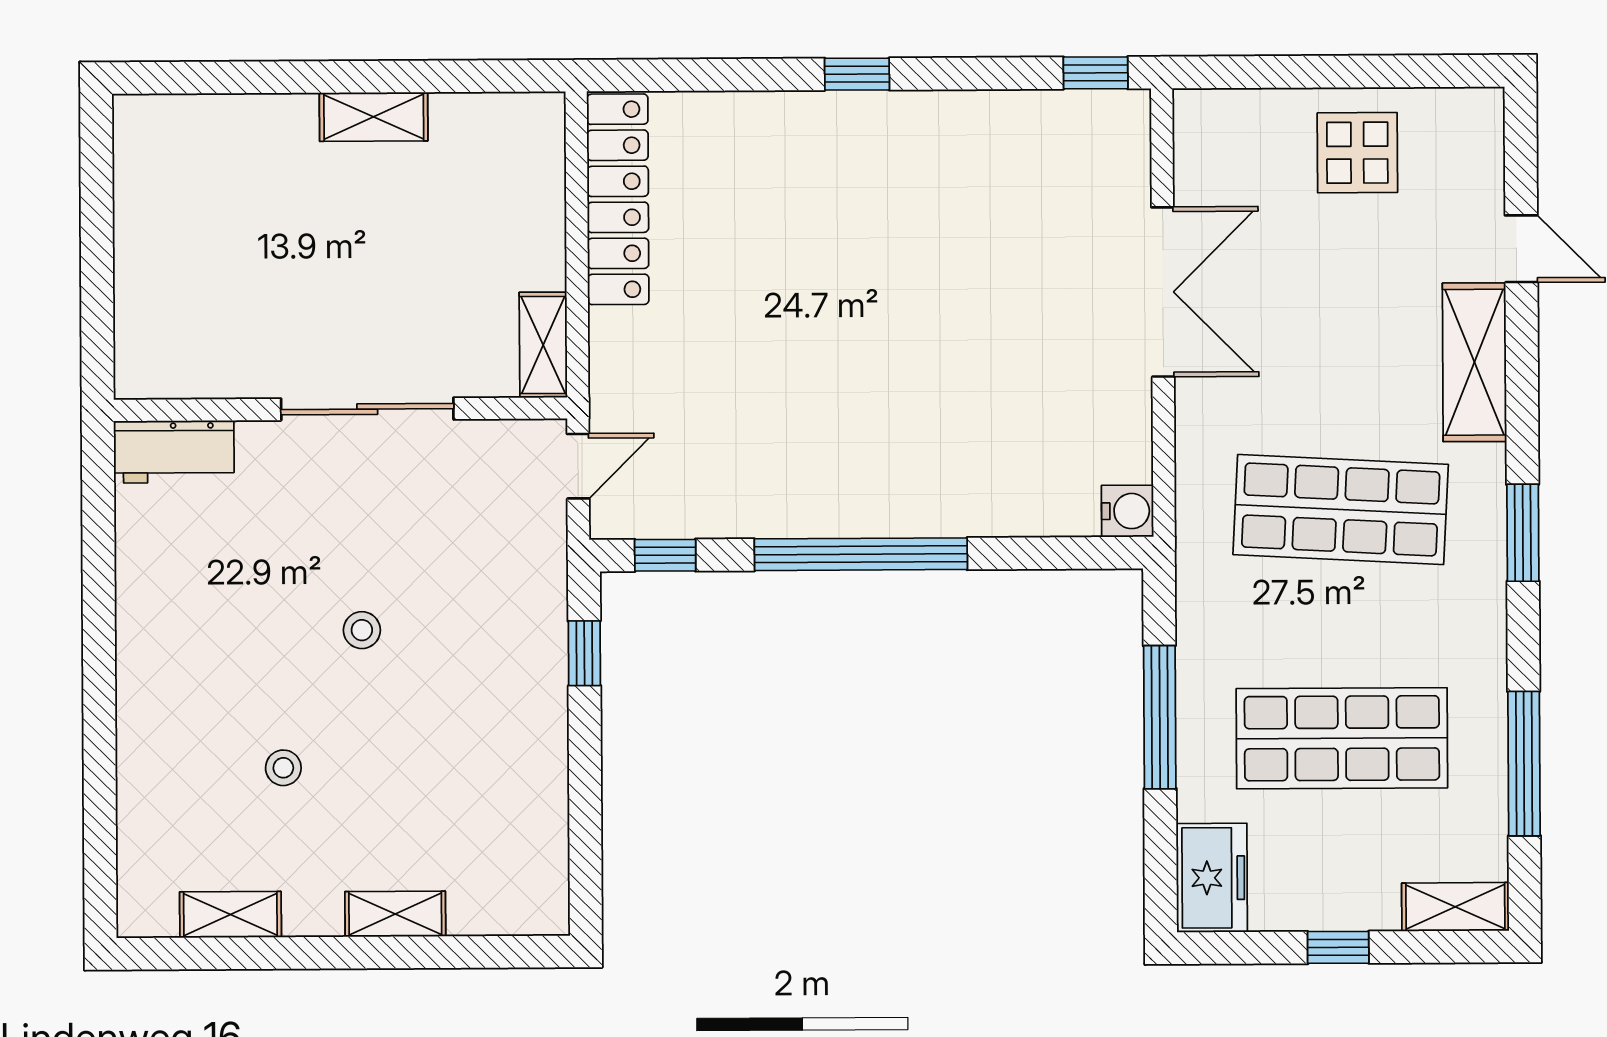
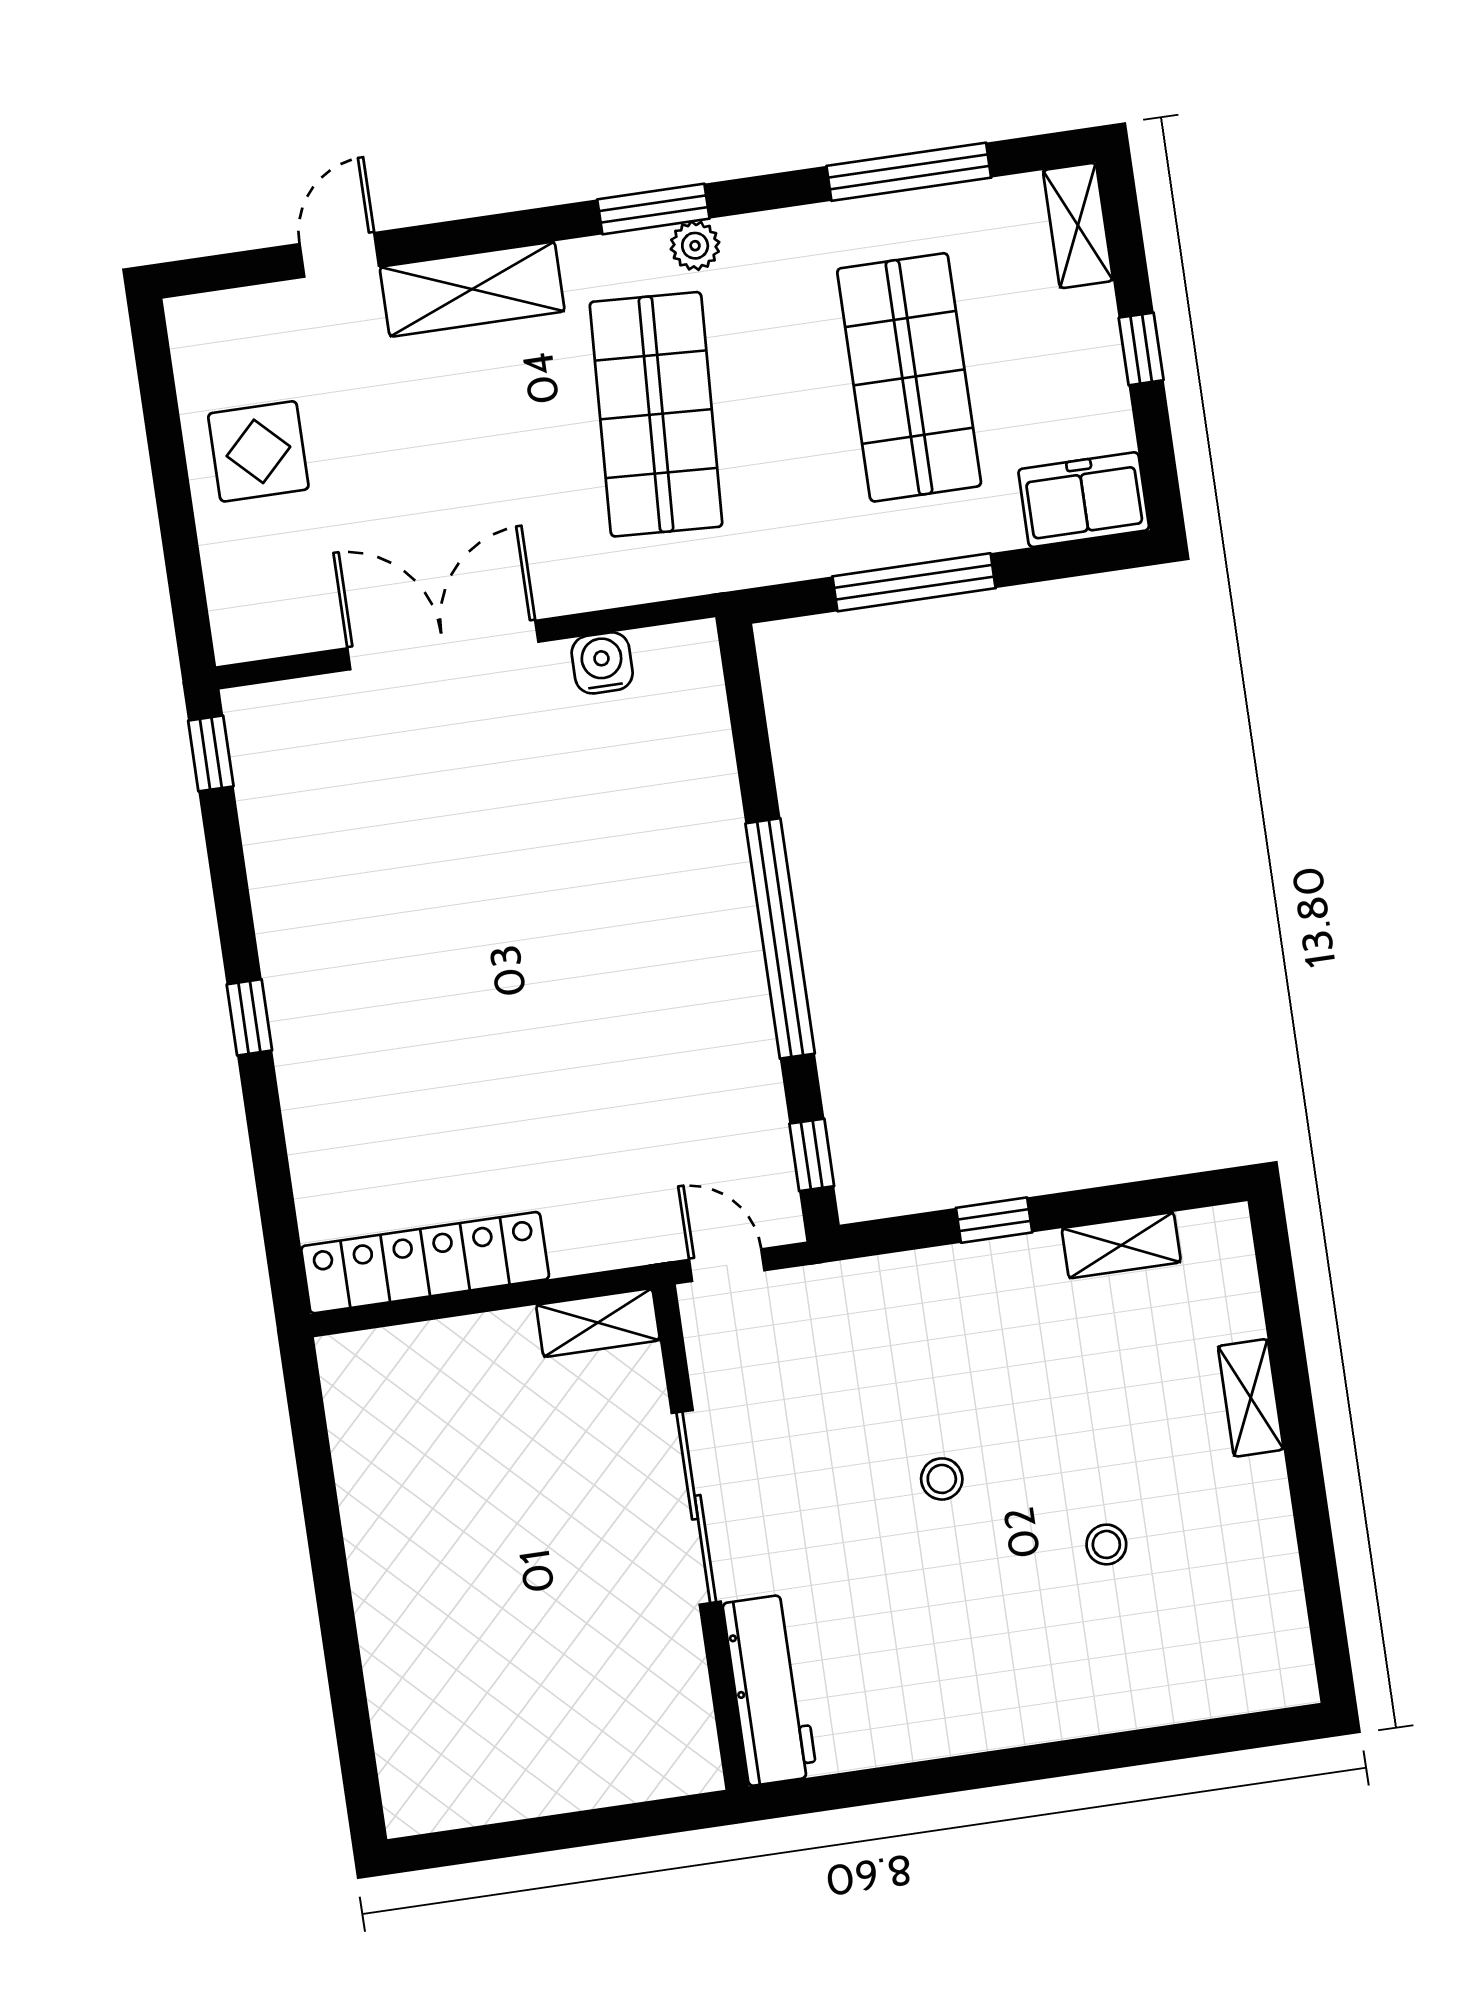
shelving: (374, 117) -> (372, 1546), removed
workbench: (174, 452) -> (770, 1690), width x1.38
water cooler: (1128, 511) -> (602, 663), moved
plant: (1485, 565) -> (695, 246), added
window: (584, 653) -> (994, 1220), moved
shelving: (230, 915) -> (1121, 1245), moved, turned 90

